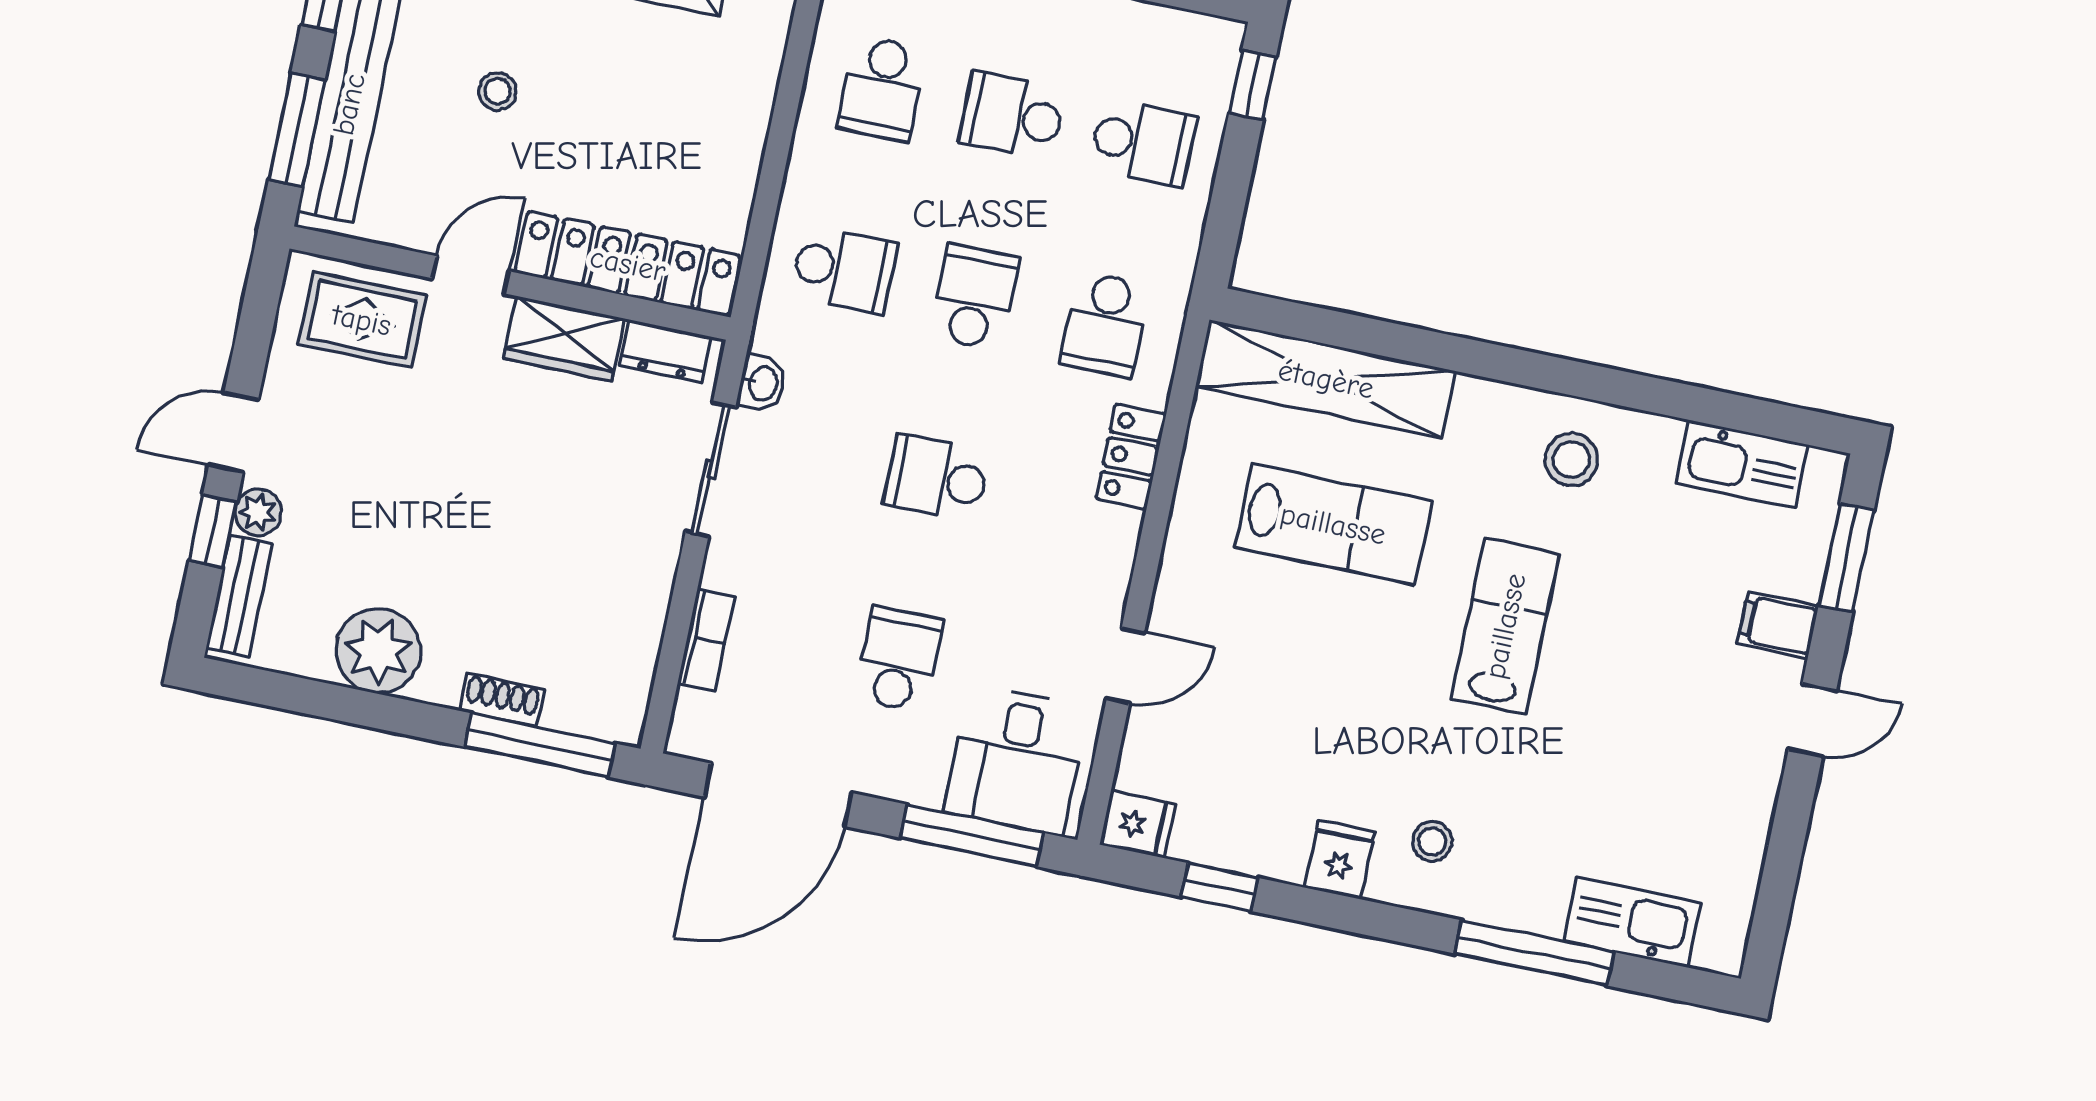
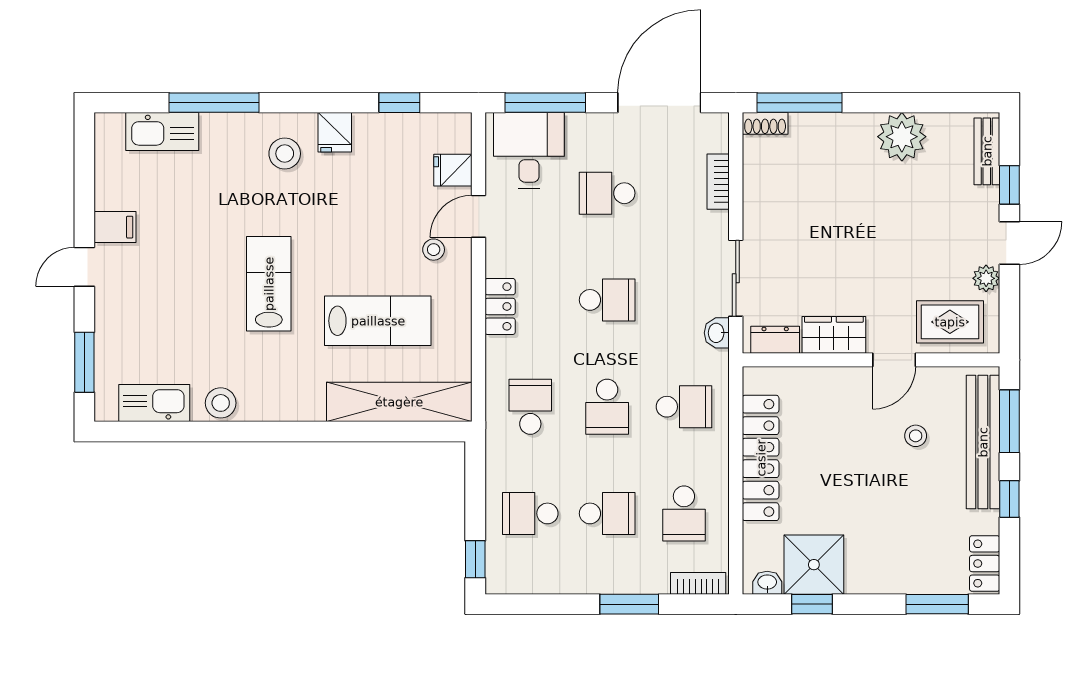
school desk: (882, 89) -> (684, 513), turned 180
stool: (498, 91) -> (916, 436), moved
locker: (628, 264) -> (761, 458), moved, turned -90
school desk: (844, 270) -> (684, 407), turned 180
locker: (1131, 456) -> (500, 306), moved
stool: (1571, 459) -> (221, 403), moved
plant: (258, 512) -> (986, 278), moved
lab bench: (1333, 524) -> (378, 321), turned 180
stool: (1213, 625) -> (434, 250), added
filing cabinet: (1778, 625) -> (115, 227), moved
lab bench: (1505, 626) -> (269, 284), turned 180
school desk: (899, 659) -> (607, 193), turned 90
shoe rack: (502, 700) -> (765, 123), moved
fridge: (1138, 824) -> (453, 170), moved
stool: (1432, 841) -> (285, 154), width x1.37, depth x1.37

